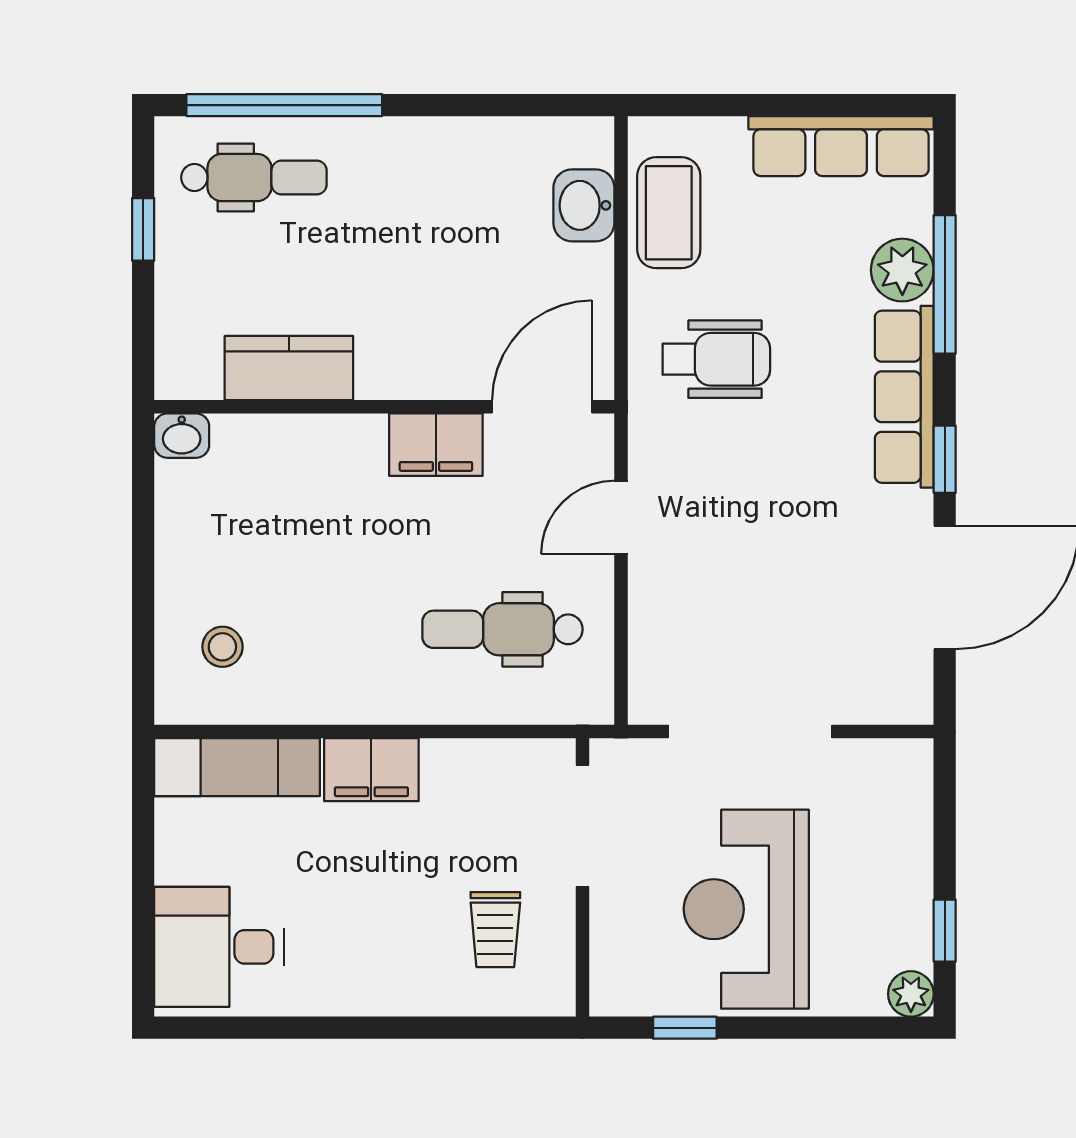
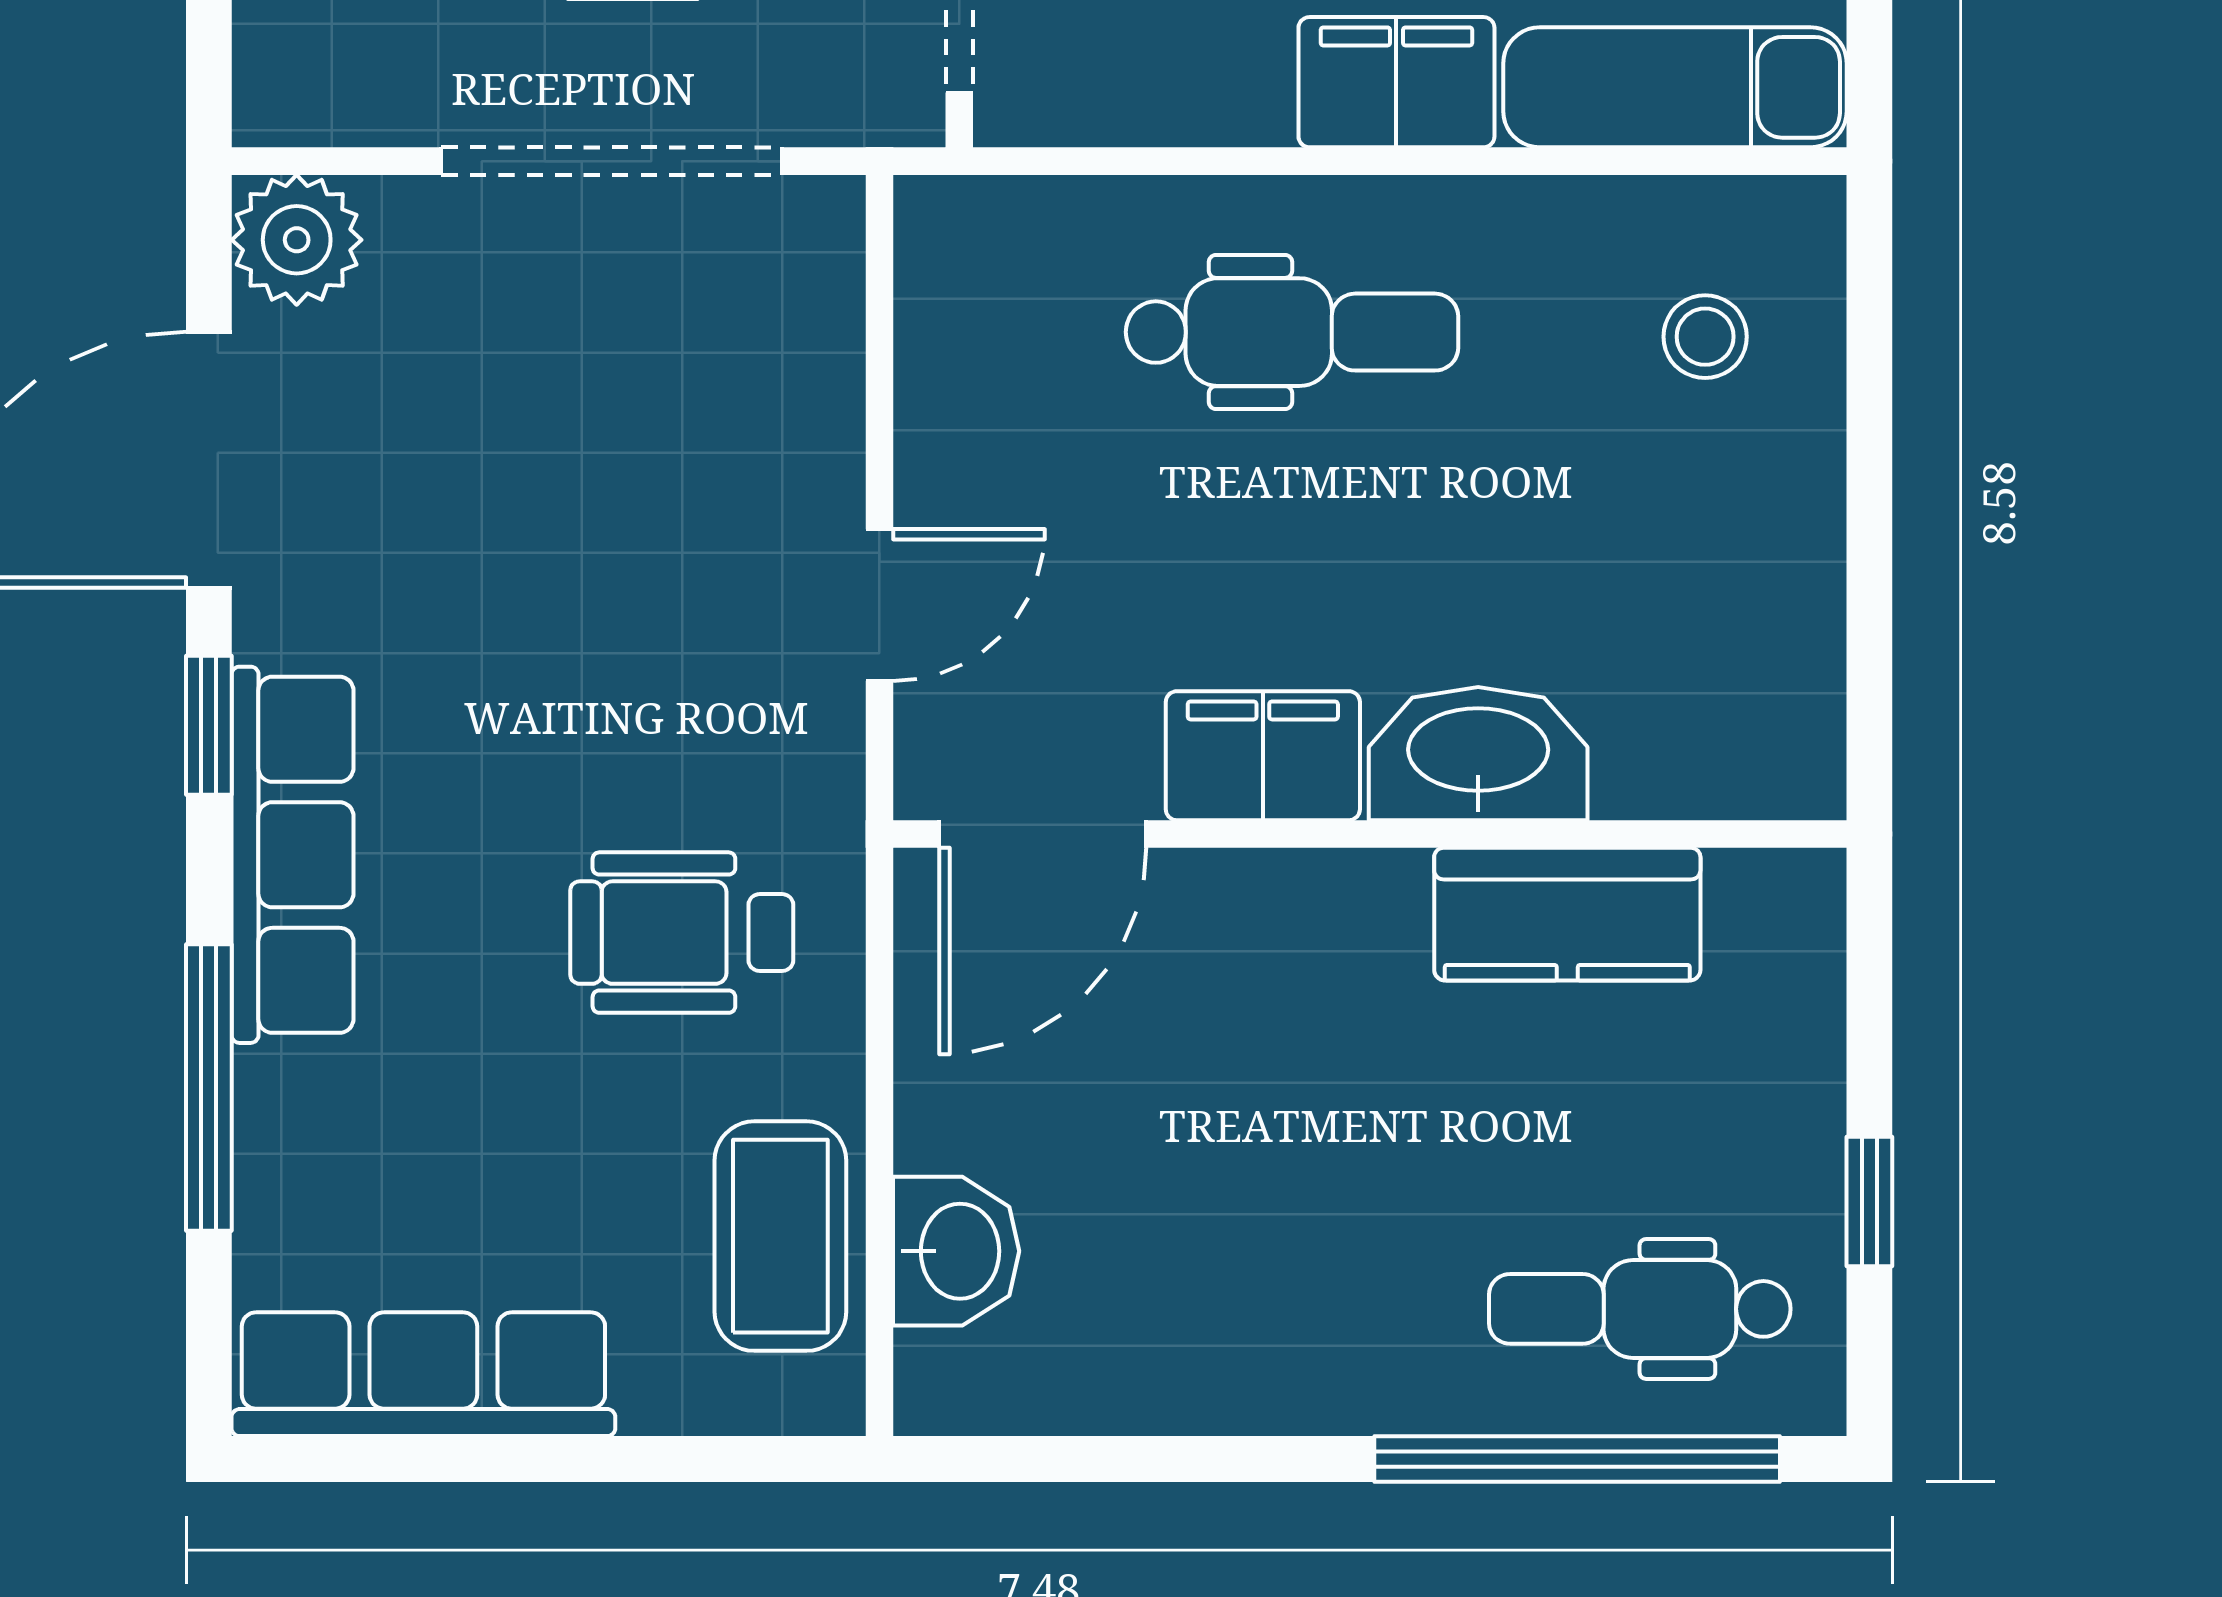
plant: (902, 270) -> (297, 240), moved
washbasin: (182, 436) -> (1478, 754), moved, width x1.91, depth x1.45
dental chair: (502, 629) -> (1292, 332), moved

